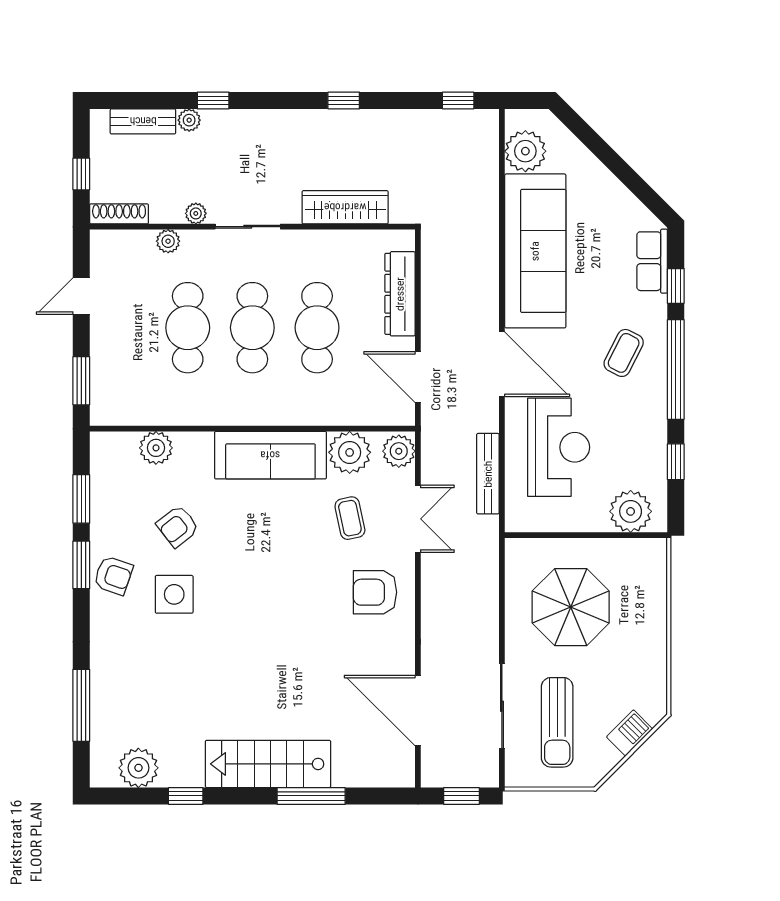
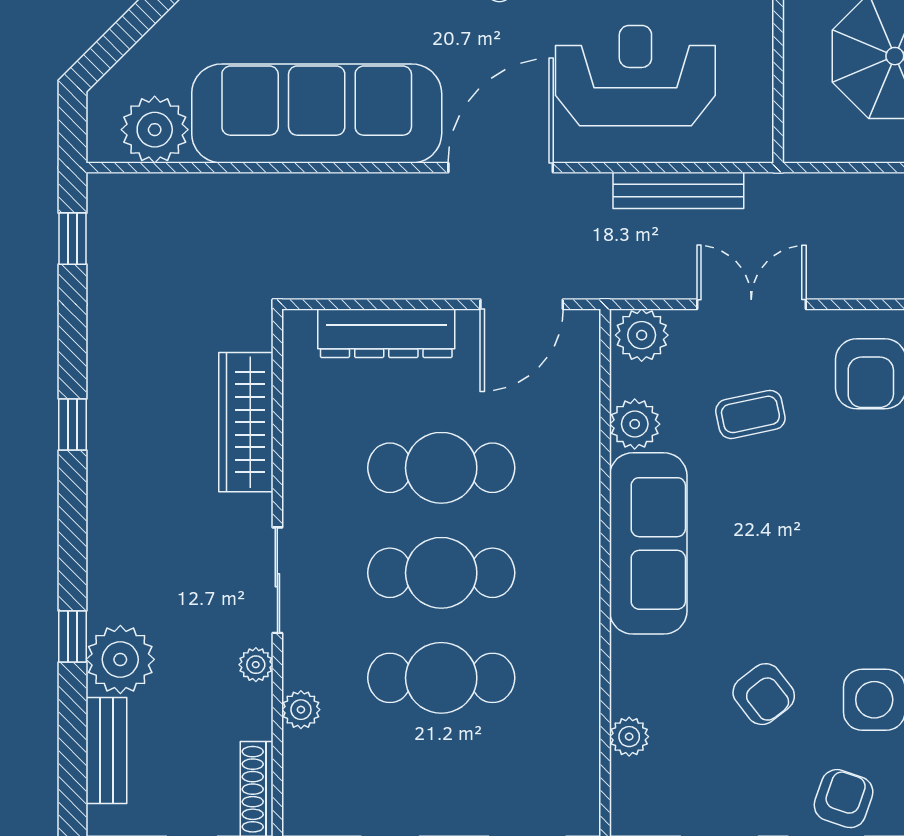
plant: (189, 120) -> (120, 659), width x1.88, depth x1.88
plant: (156, 448) -> (629, 737), width x0.73, depth x0.73
plant: (350, 452) -> (635, 424), width x0.73, depth x0.73

